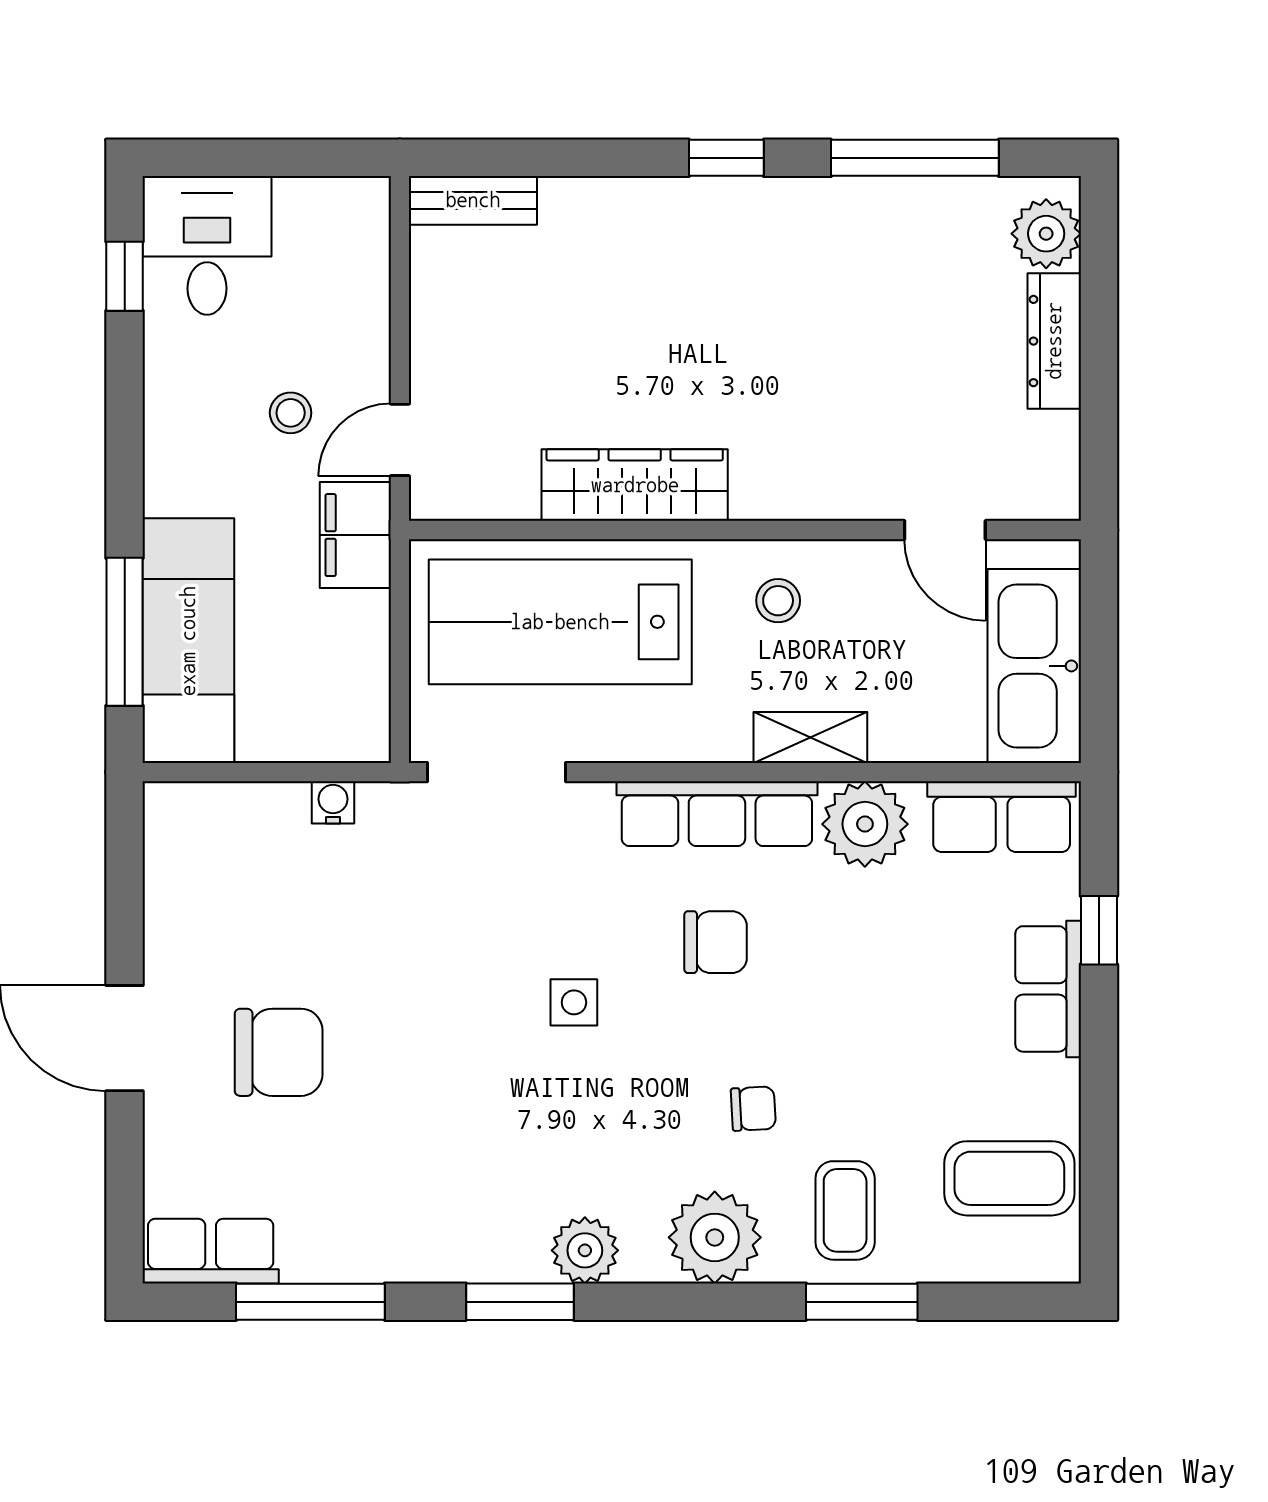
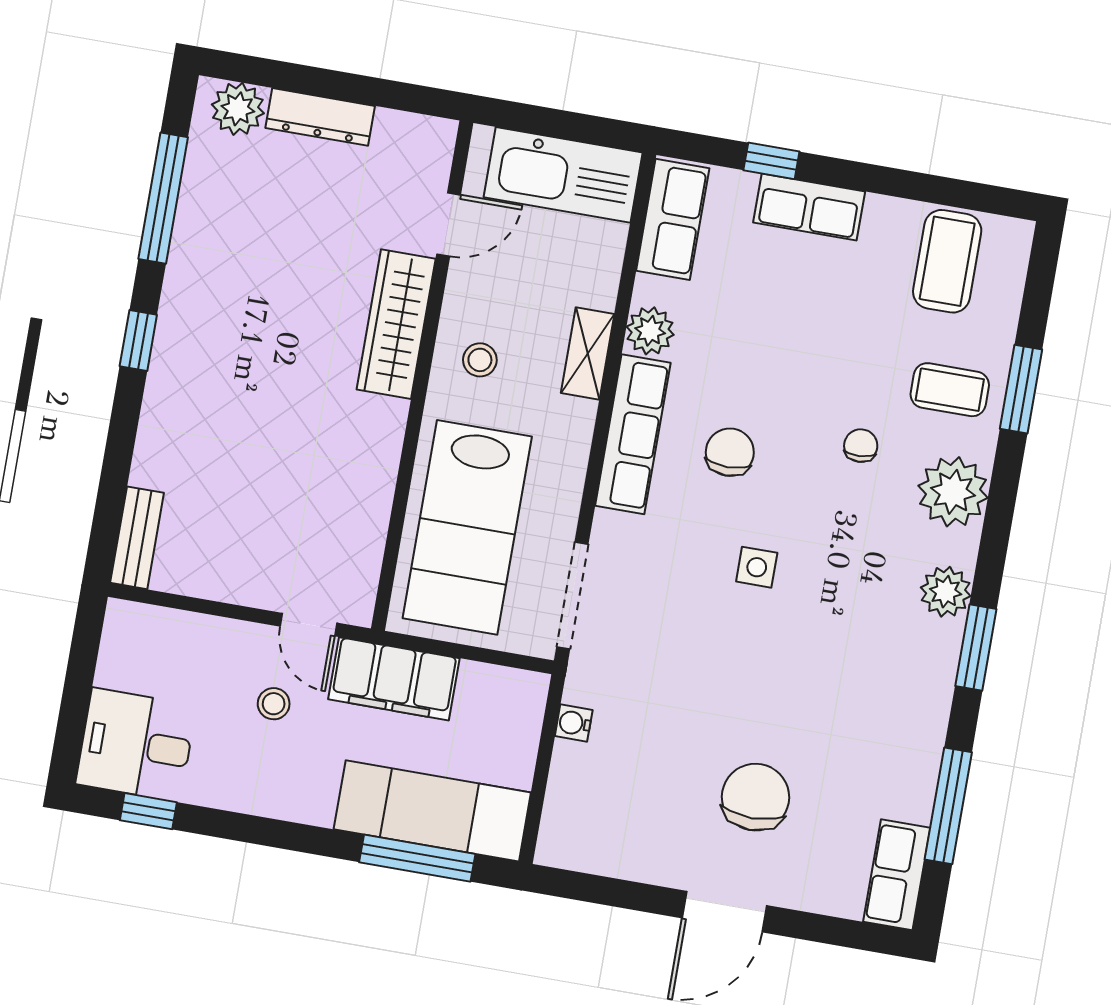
wardrobe: (635, 485) -> (396, 324), moved
filing cabinet: (355, 535) -> (394, 679), width x1.50, depth x1.17
plant: (865, 824) -> (650, 331), width x0.73, depth x0.73

